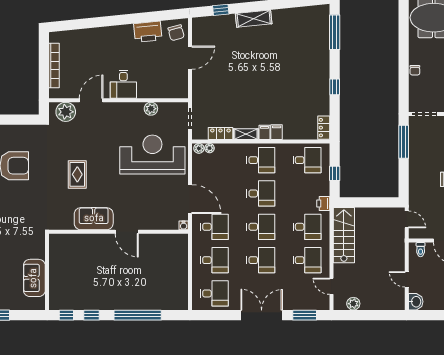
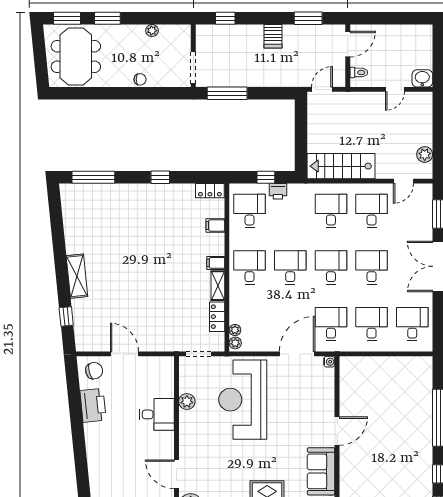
desk: (123, 84) -> (157, 414), moved
filing cabinet: (277, 132) -> (215, 226), moved
printer: (323, 203) -> (278, 191), moved

